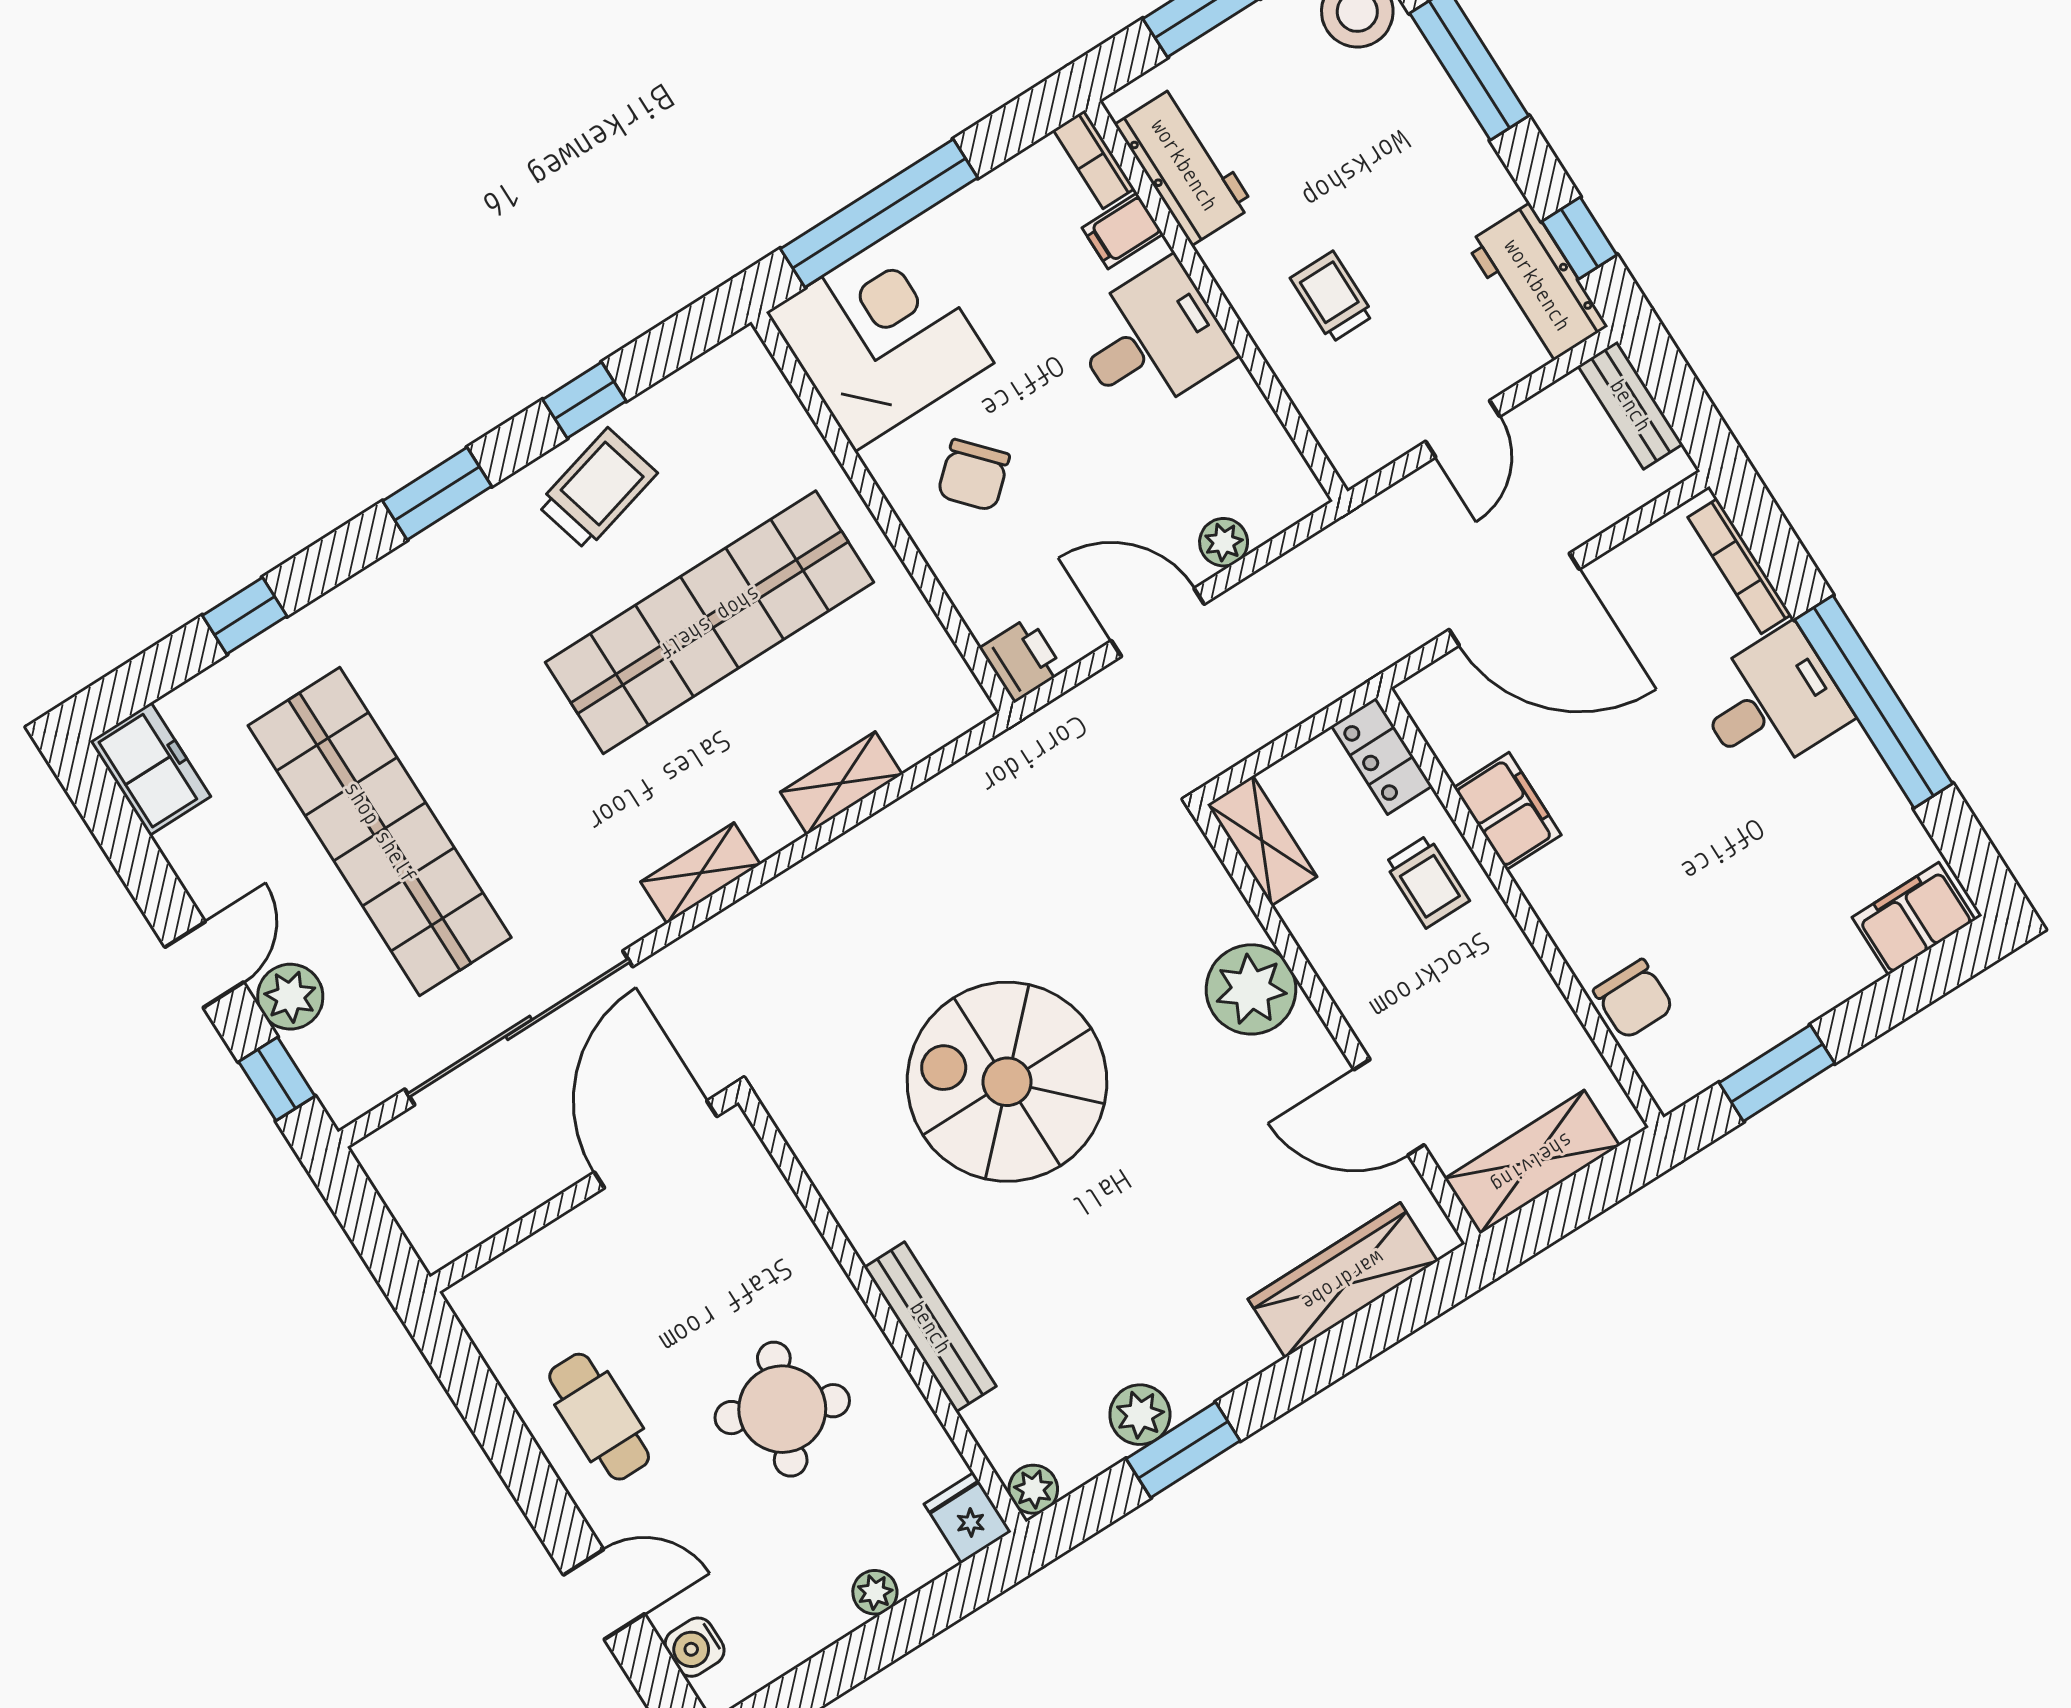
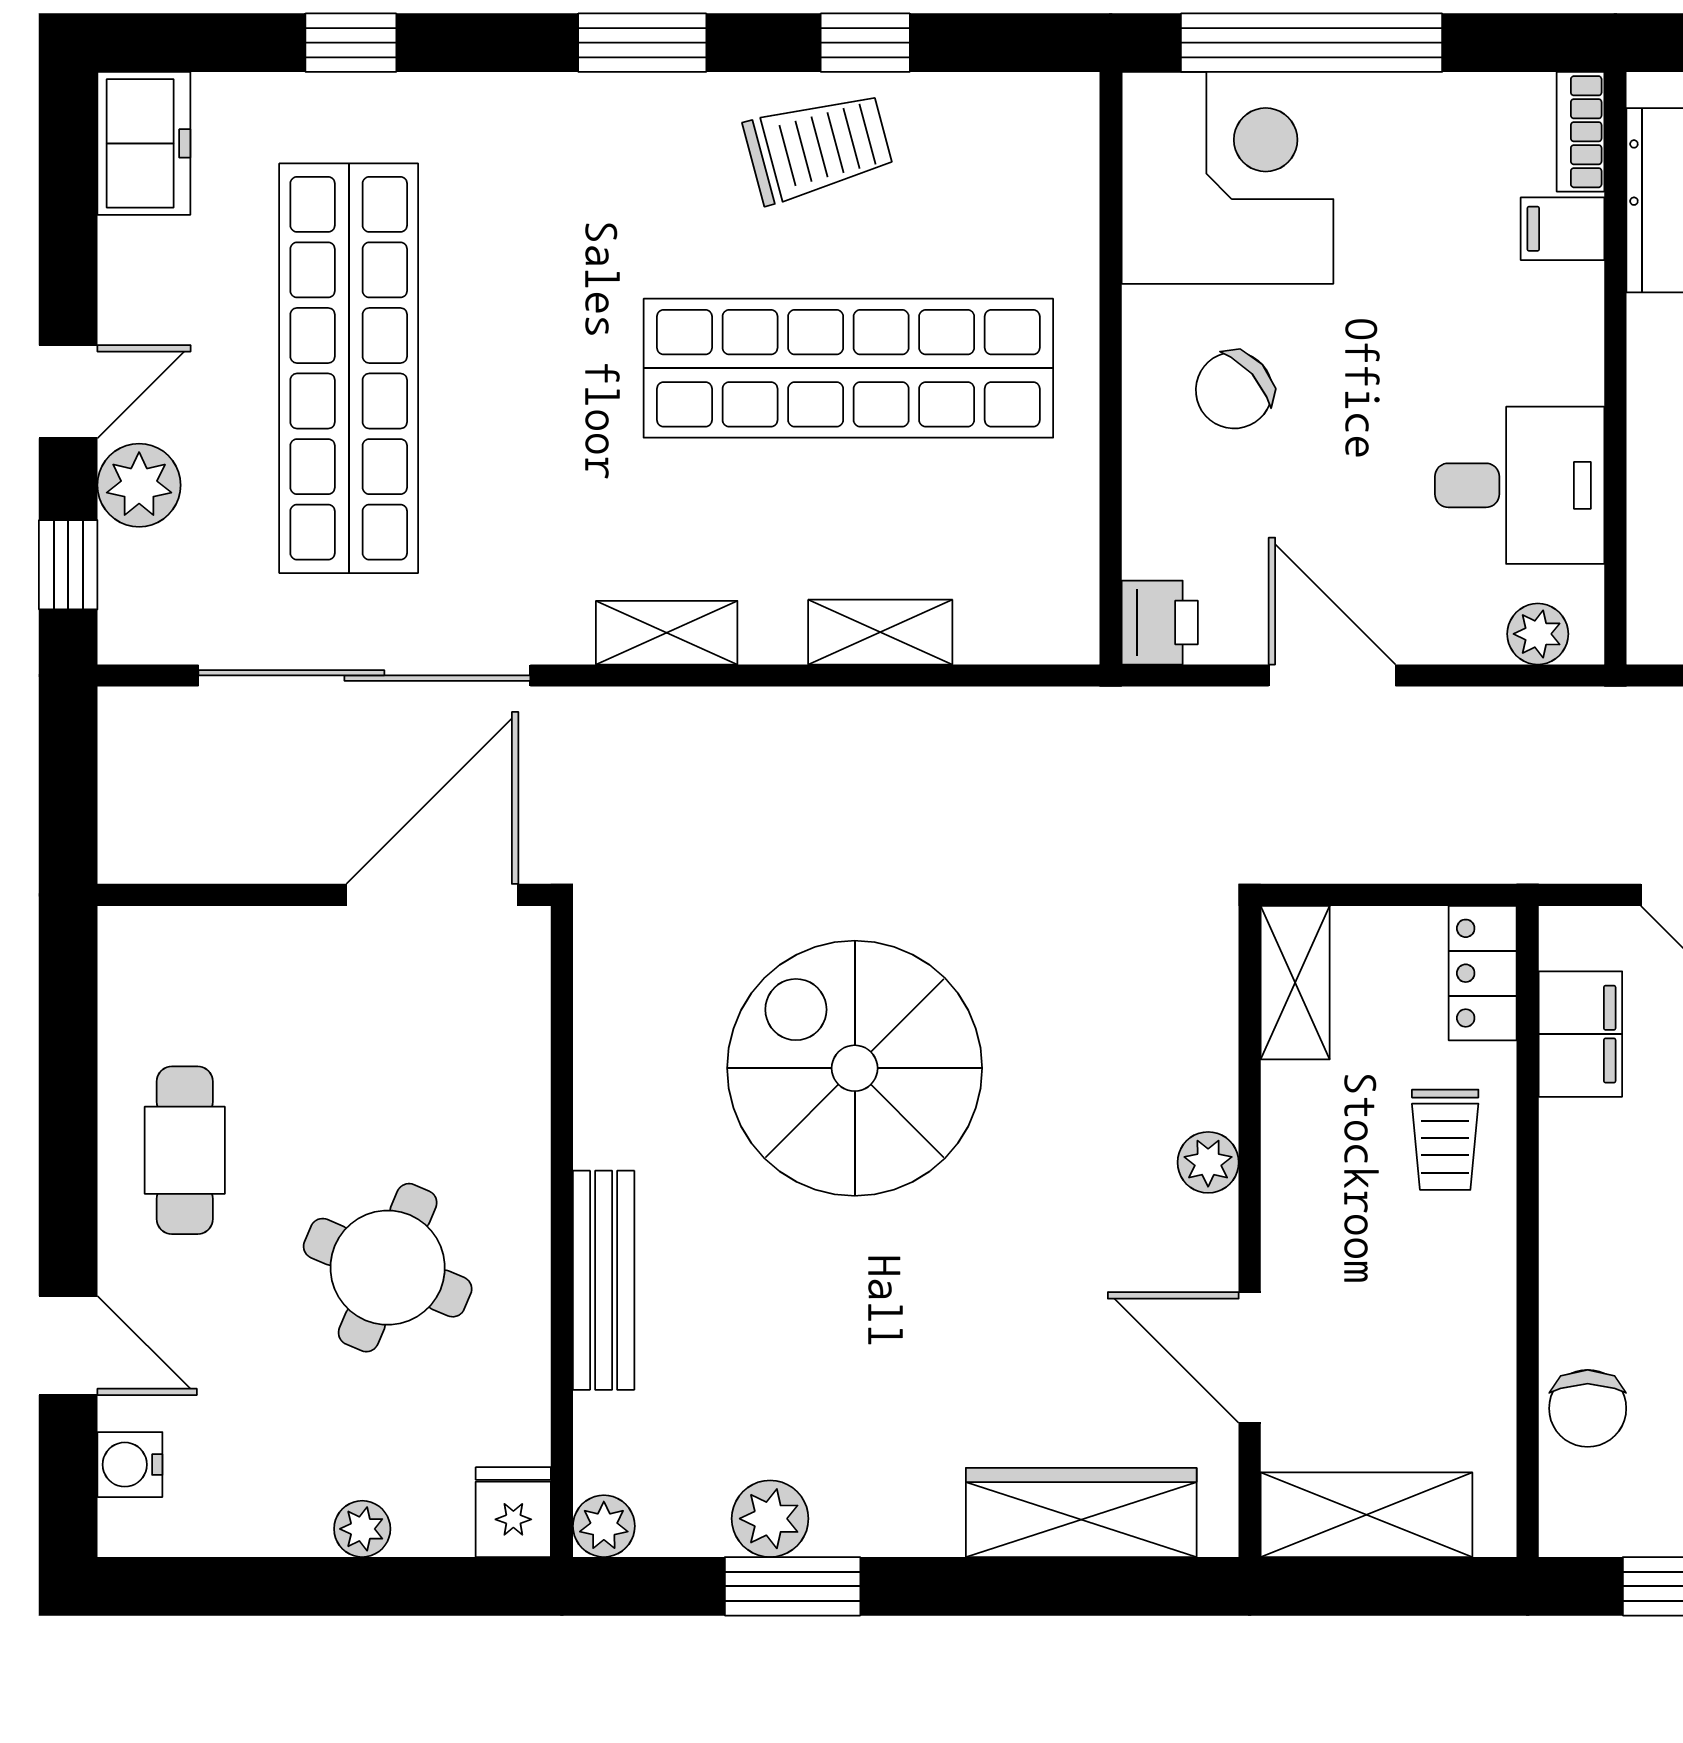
desk: (1152, 339) -> (1520, 485), moved
plant: (1224, 542) -> (1538, 634), moved
filing cabinet: (1507, 811) -> (1580, 1034), moved
plant: (1251, 989) -> (1208, 1162), width x0.53, depth x0.53

